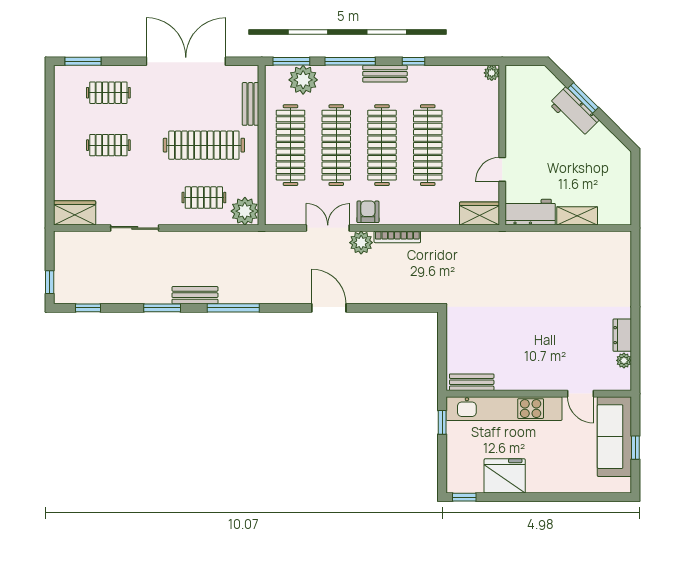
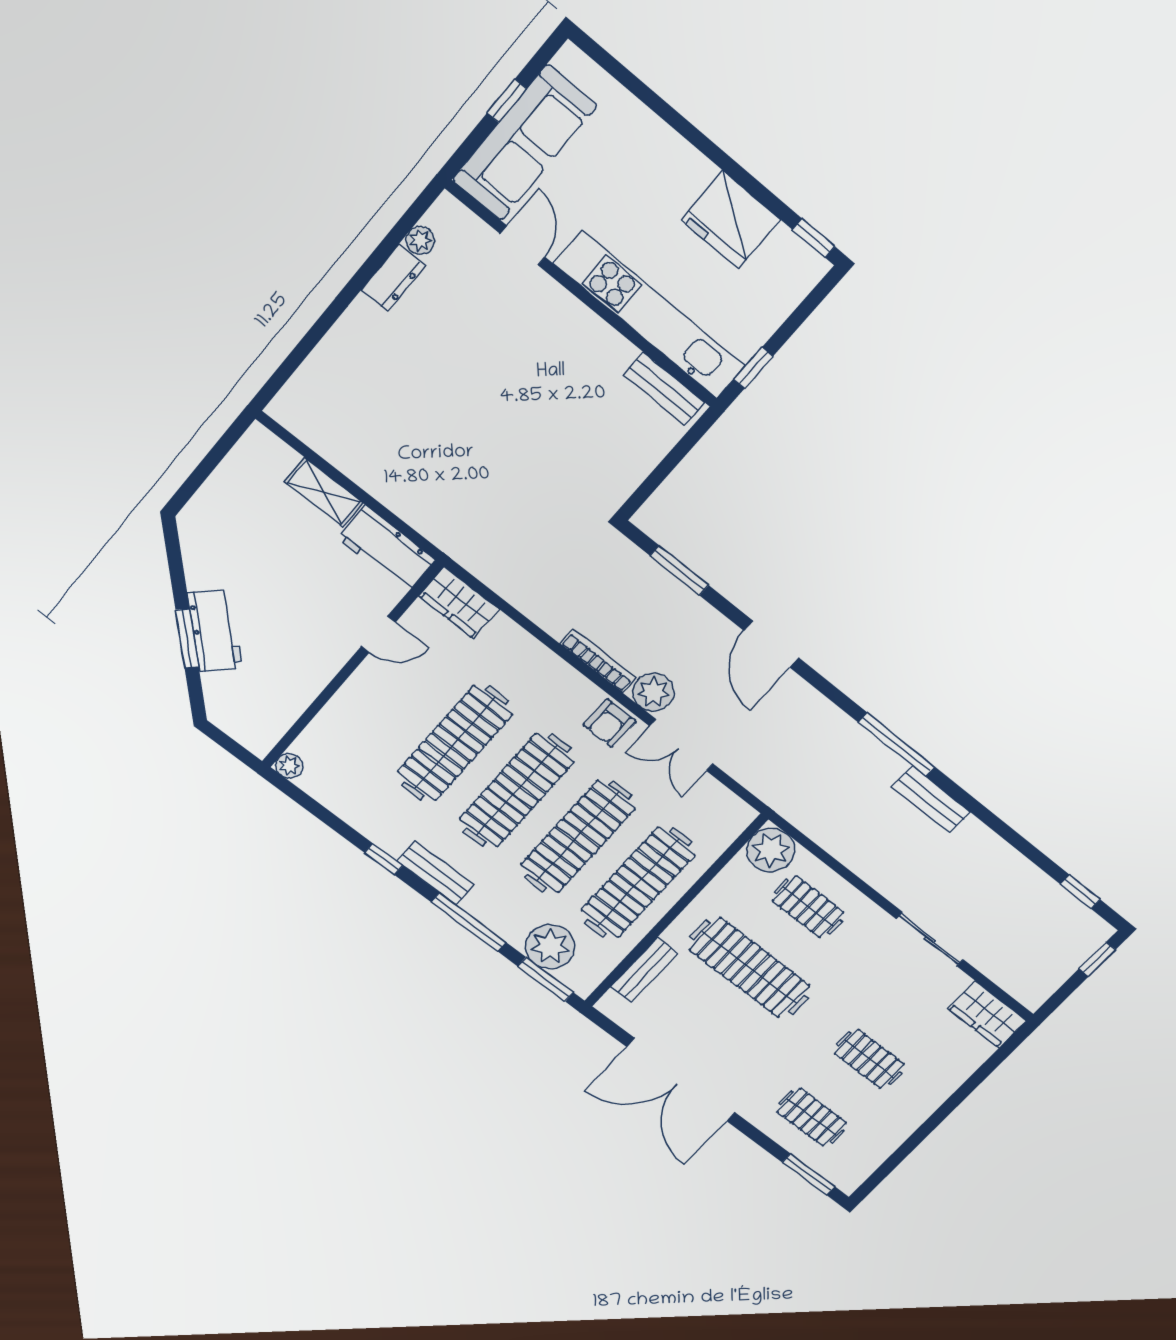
window: (162, 308) -> (679, 570), moved

